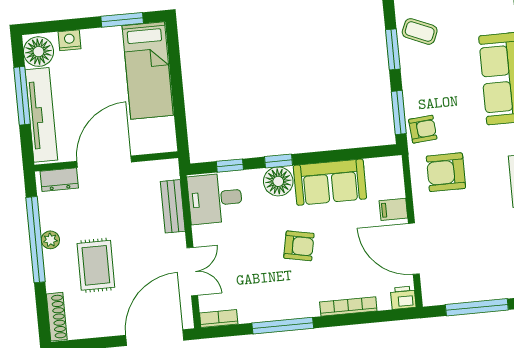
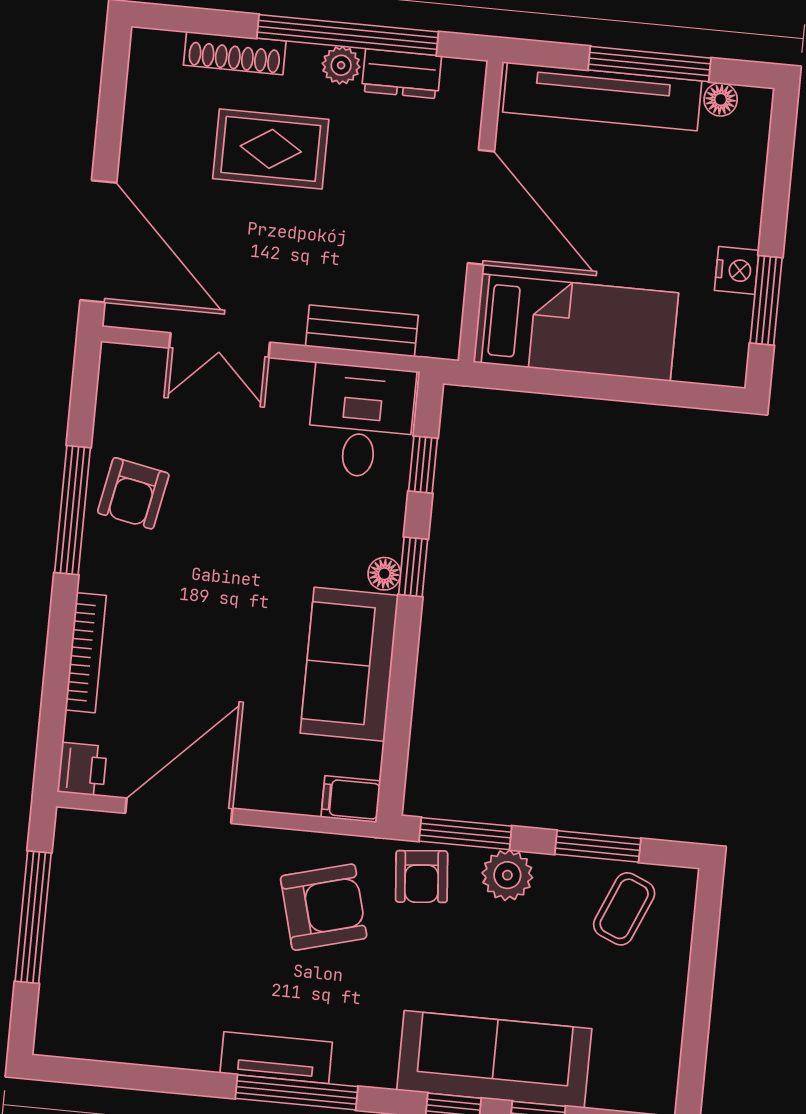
nightstand: (69, 40) -> (737, 270), moved
floor lamp: (38, 52) -> (721, 99), width x0.53, depth x0.53
bed: (148, 70) -> (576, 328), moved, turned 180
plant: (414, 89) -> (507, 875), added
armchair: (446, 172) -> (324, 907), turned 75
dresser: (59, 180) -> (402, 74), moved, turned -90
floor lamp: (278, 181) -> (384, 574), width x0.53, depth x0.53
filing cabinet: (393, 209) -> (351, 799), moved, turned -90
armchair: (299, 246) -> (133, 493), moved
shoe rack: (57, 317) -> (235, 53), moved
bookcase: (219, 319) -> (112, 381), removed

